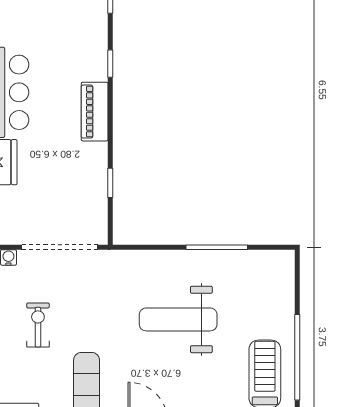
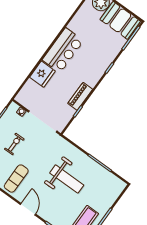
piano: (95, 112) -> (80, 96), moved
weight bench: (178, 319) -> (67, 179), turned 180

